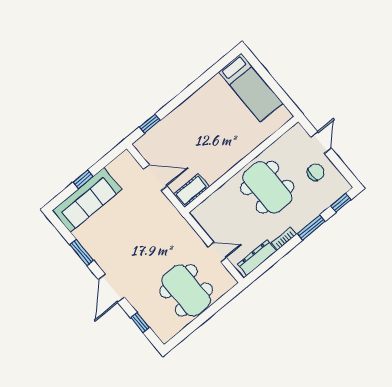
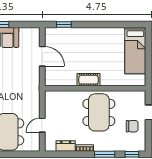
cot: (191, 191) -> (89, 80), moved
door: (217, 252) -> (42, 125), swing flipped
dresser: (257, 258) -> (66, 146), width x0.70

